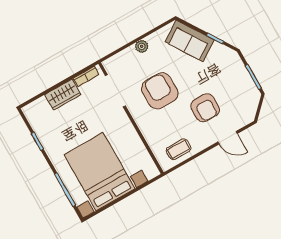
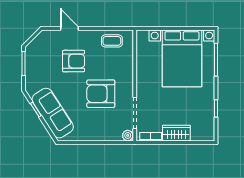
sofa: (190, 41) -> (53, 113), width x1.36
plant: (142, 46) -> (128, 135), moved
armchair: (160, 91) -> (101, 94), turned 90
armchair: (205, 108) -> (74, 61), turned 90

